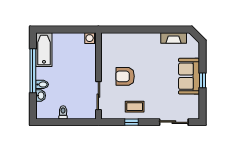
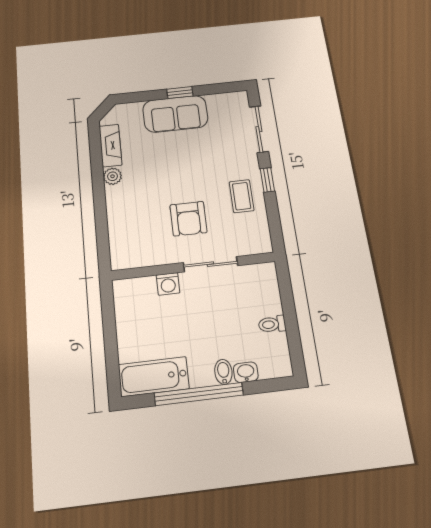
washing machine: (90, 38) -> (168, 284), moved
plant: (155, 38) -> (113, 176), added
sliding door: (98, 96) -> (210, 264), moved
window: (132, 122) -> (267, 180), moved

